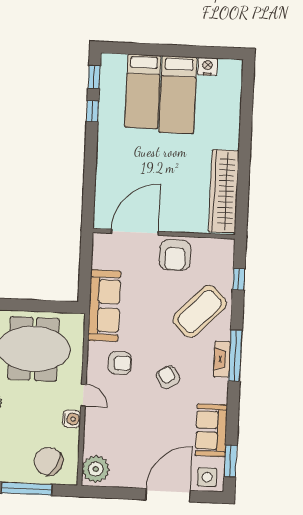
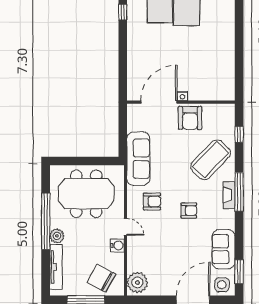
wardrobe: (224, 191) -> (225, 68), removed
nightstand: (166, 226) -> (182, 96), added
armchair: (168, 377) -> (189, 211), turned 121

